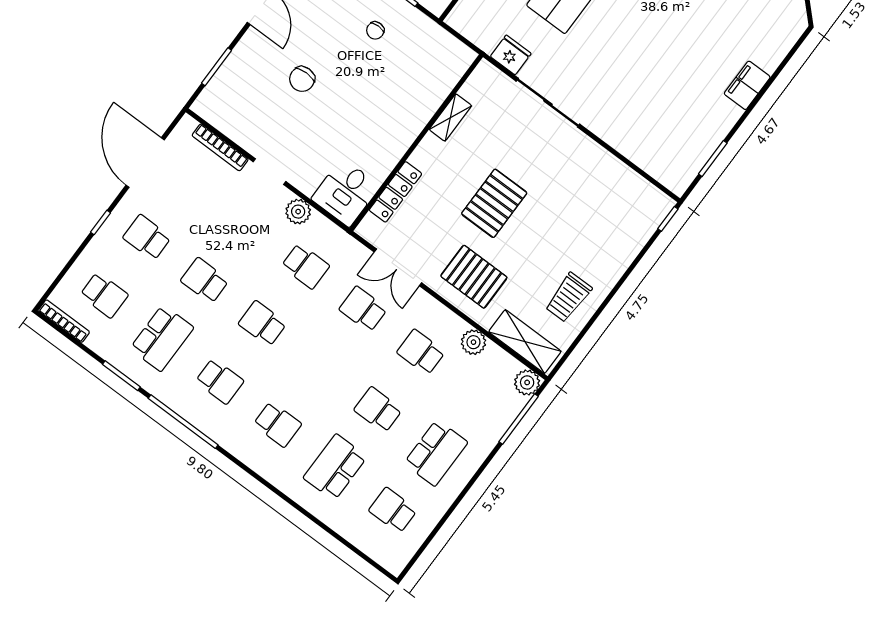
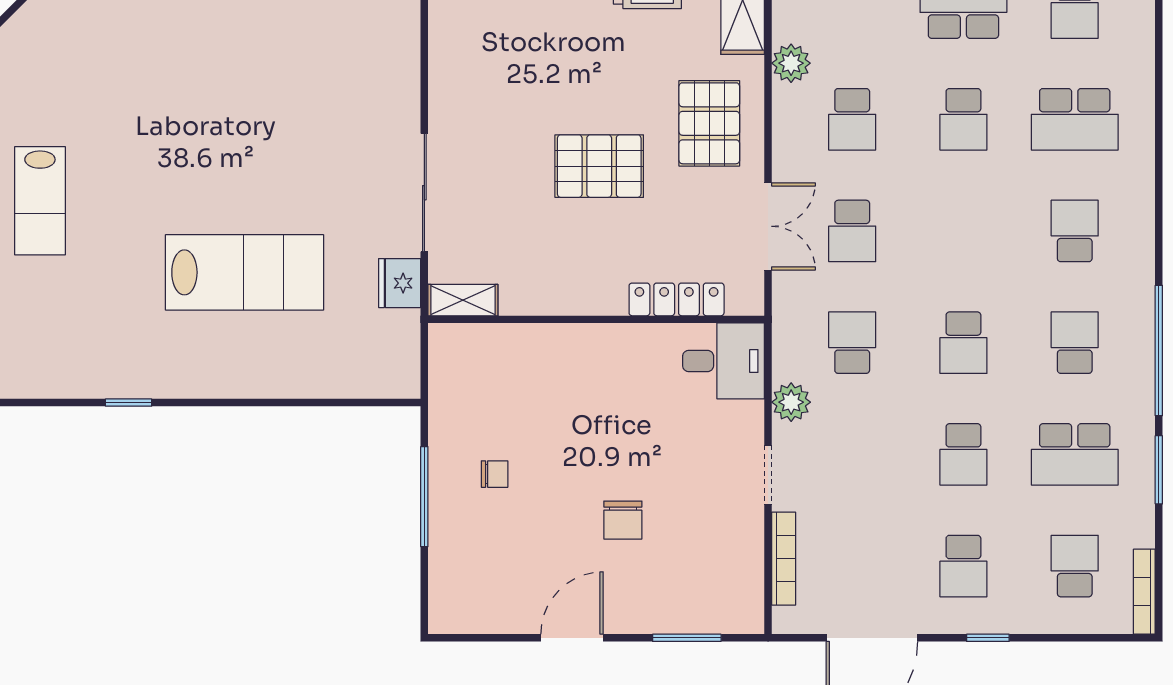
chair: (302, 79) -> (623, 520), turned 90
shelving: (450, 118) -> (463, 300), moved
school desk: (162, 338) -> (1075, 454), turned 180

